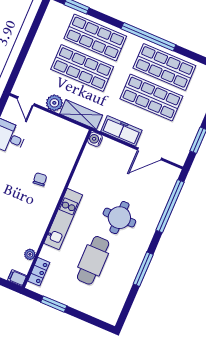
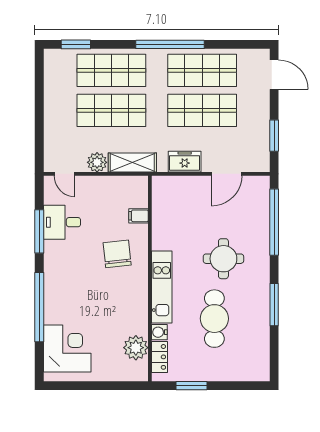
freezer: (121, 131) -> (185, 162), width x0.71
water cooler: (95, 139) -> (159, 332), moved
chair: (40, 179) -> (117, 254), width x1.87, depth x1.87
plant: (30, 254) -> (136, 348), width x1.88, depth x1.88
filing cabinet: (17, 278) -> (139, 216), moved

